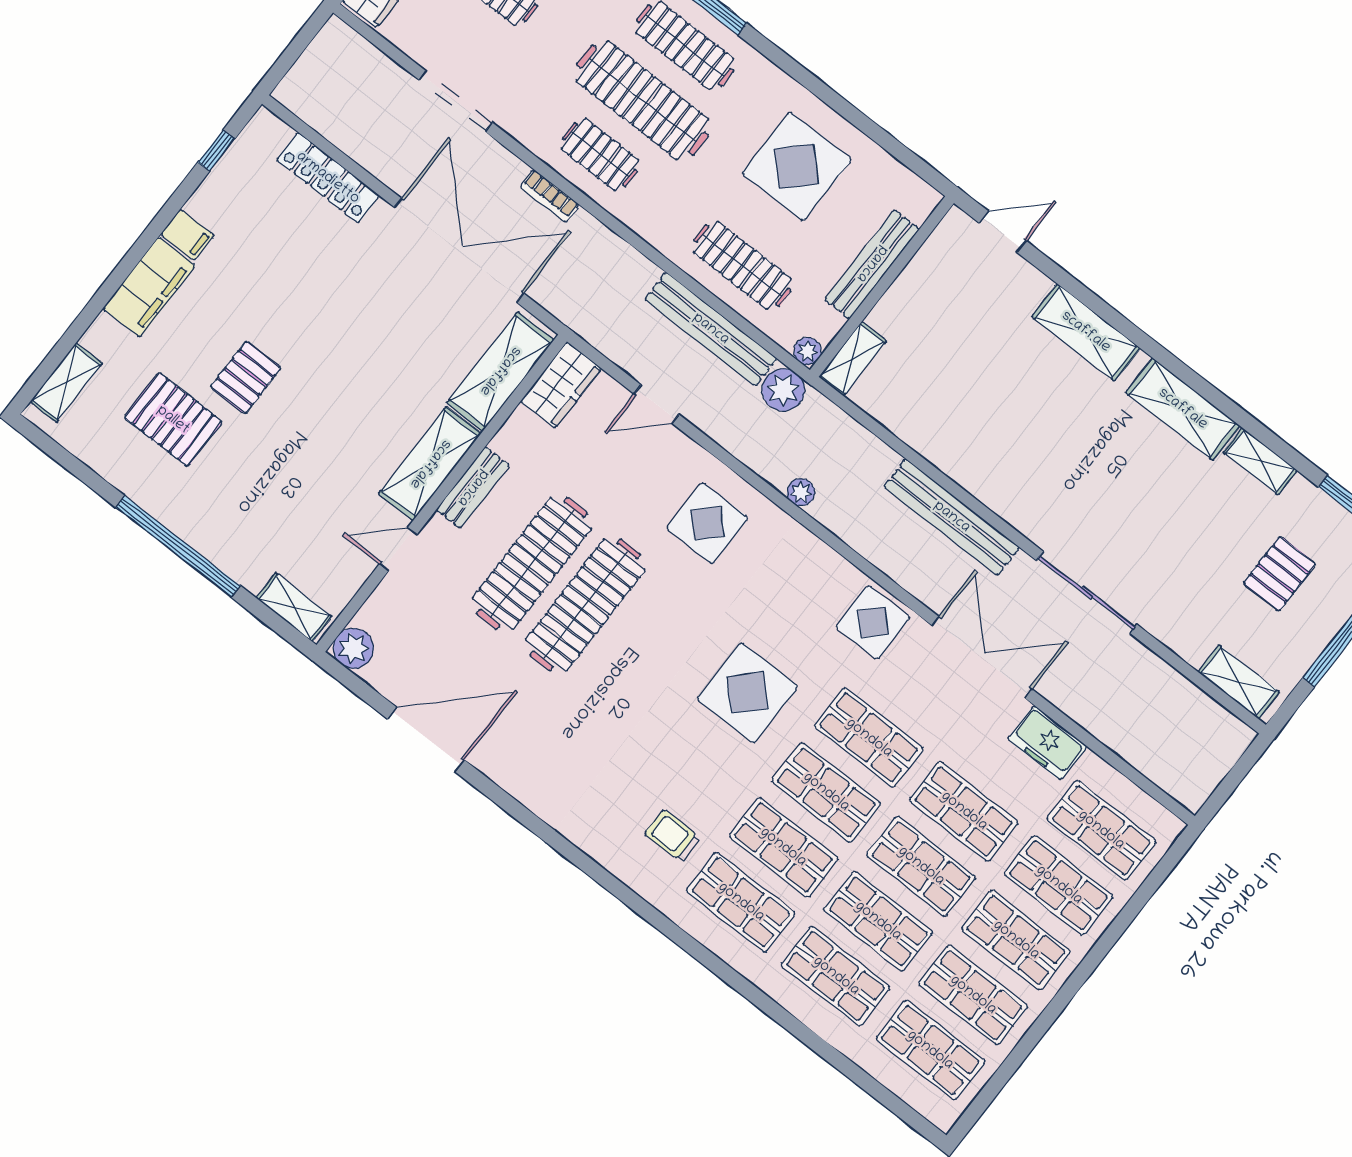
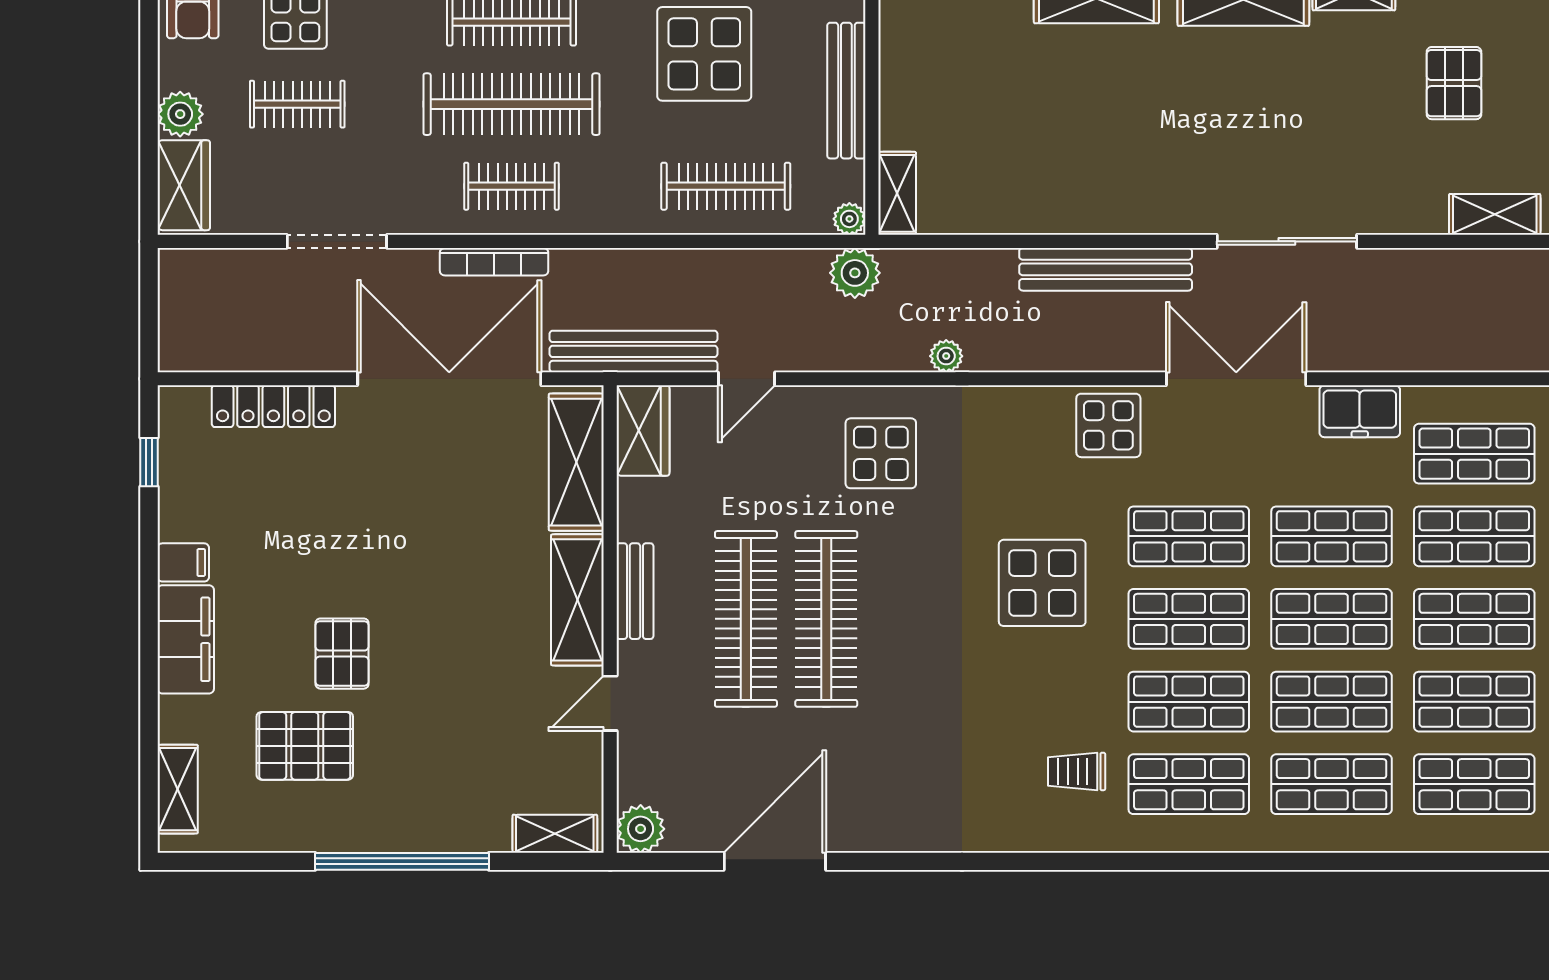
bookcase: (549, 196) -> (494, 262), width x1.56
bench: (711, 329) -> (634, 351), moved

